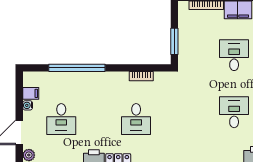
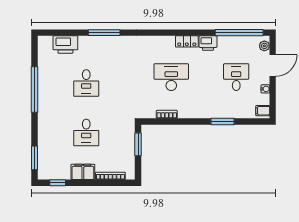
window: (77, 68) -> (223, 122), width x0.47
filing cabinet: (31, 93) -> (263, 111), moved
desk: (136, 119) -> (171, 77), width x1.37

